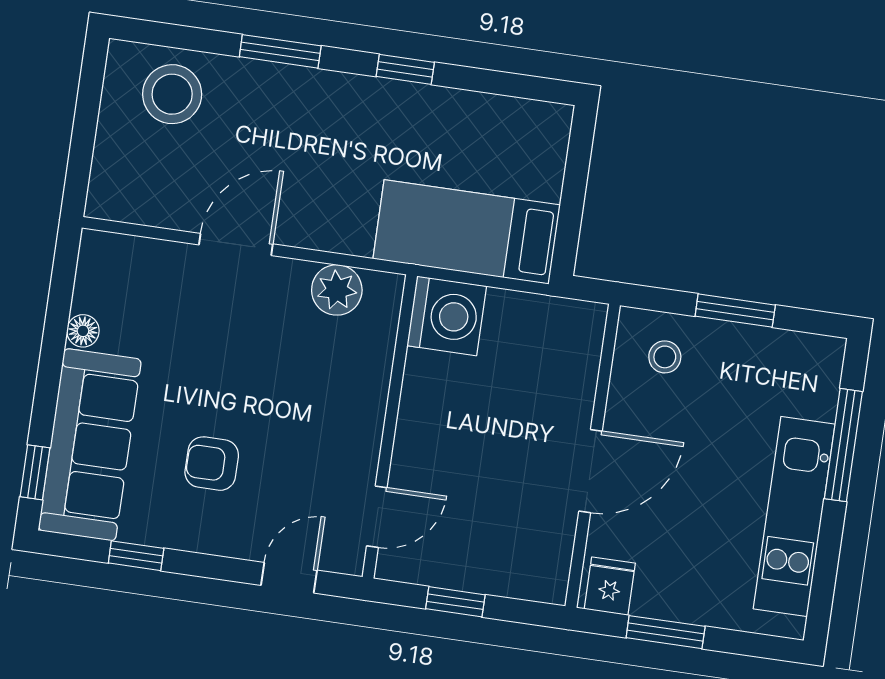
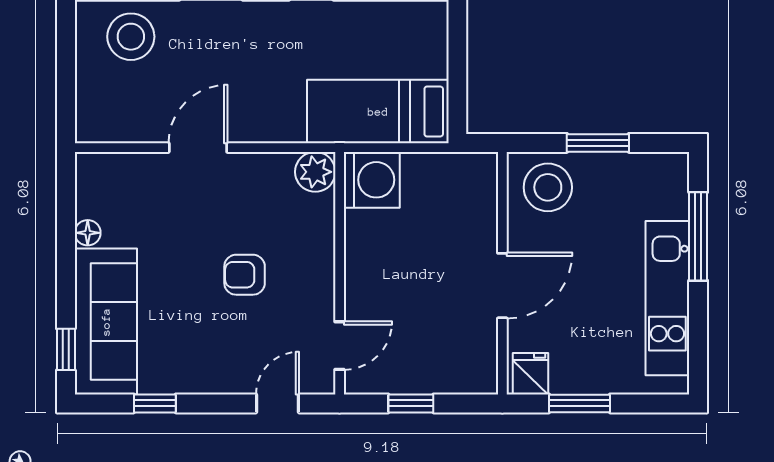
plant: (337, 290) -> (315, 172), moved
stool: (665, 357) -> (548, 187), width x1.89, depth x1.89
armchair: (212, 464) -> (245, 275), moved

